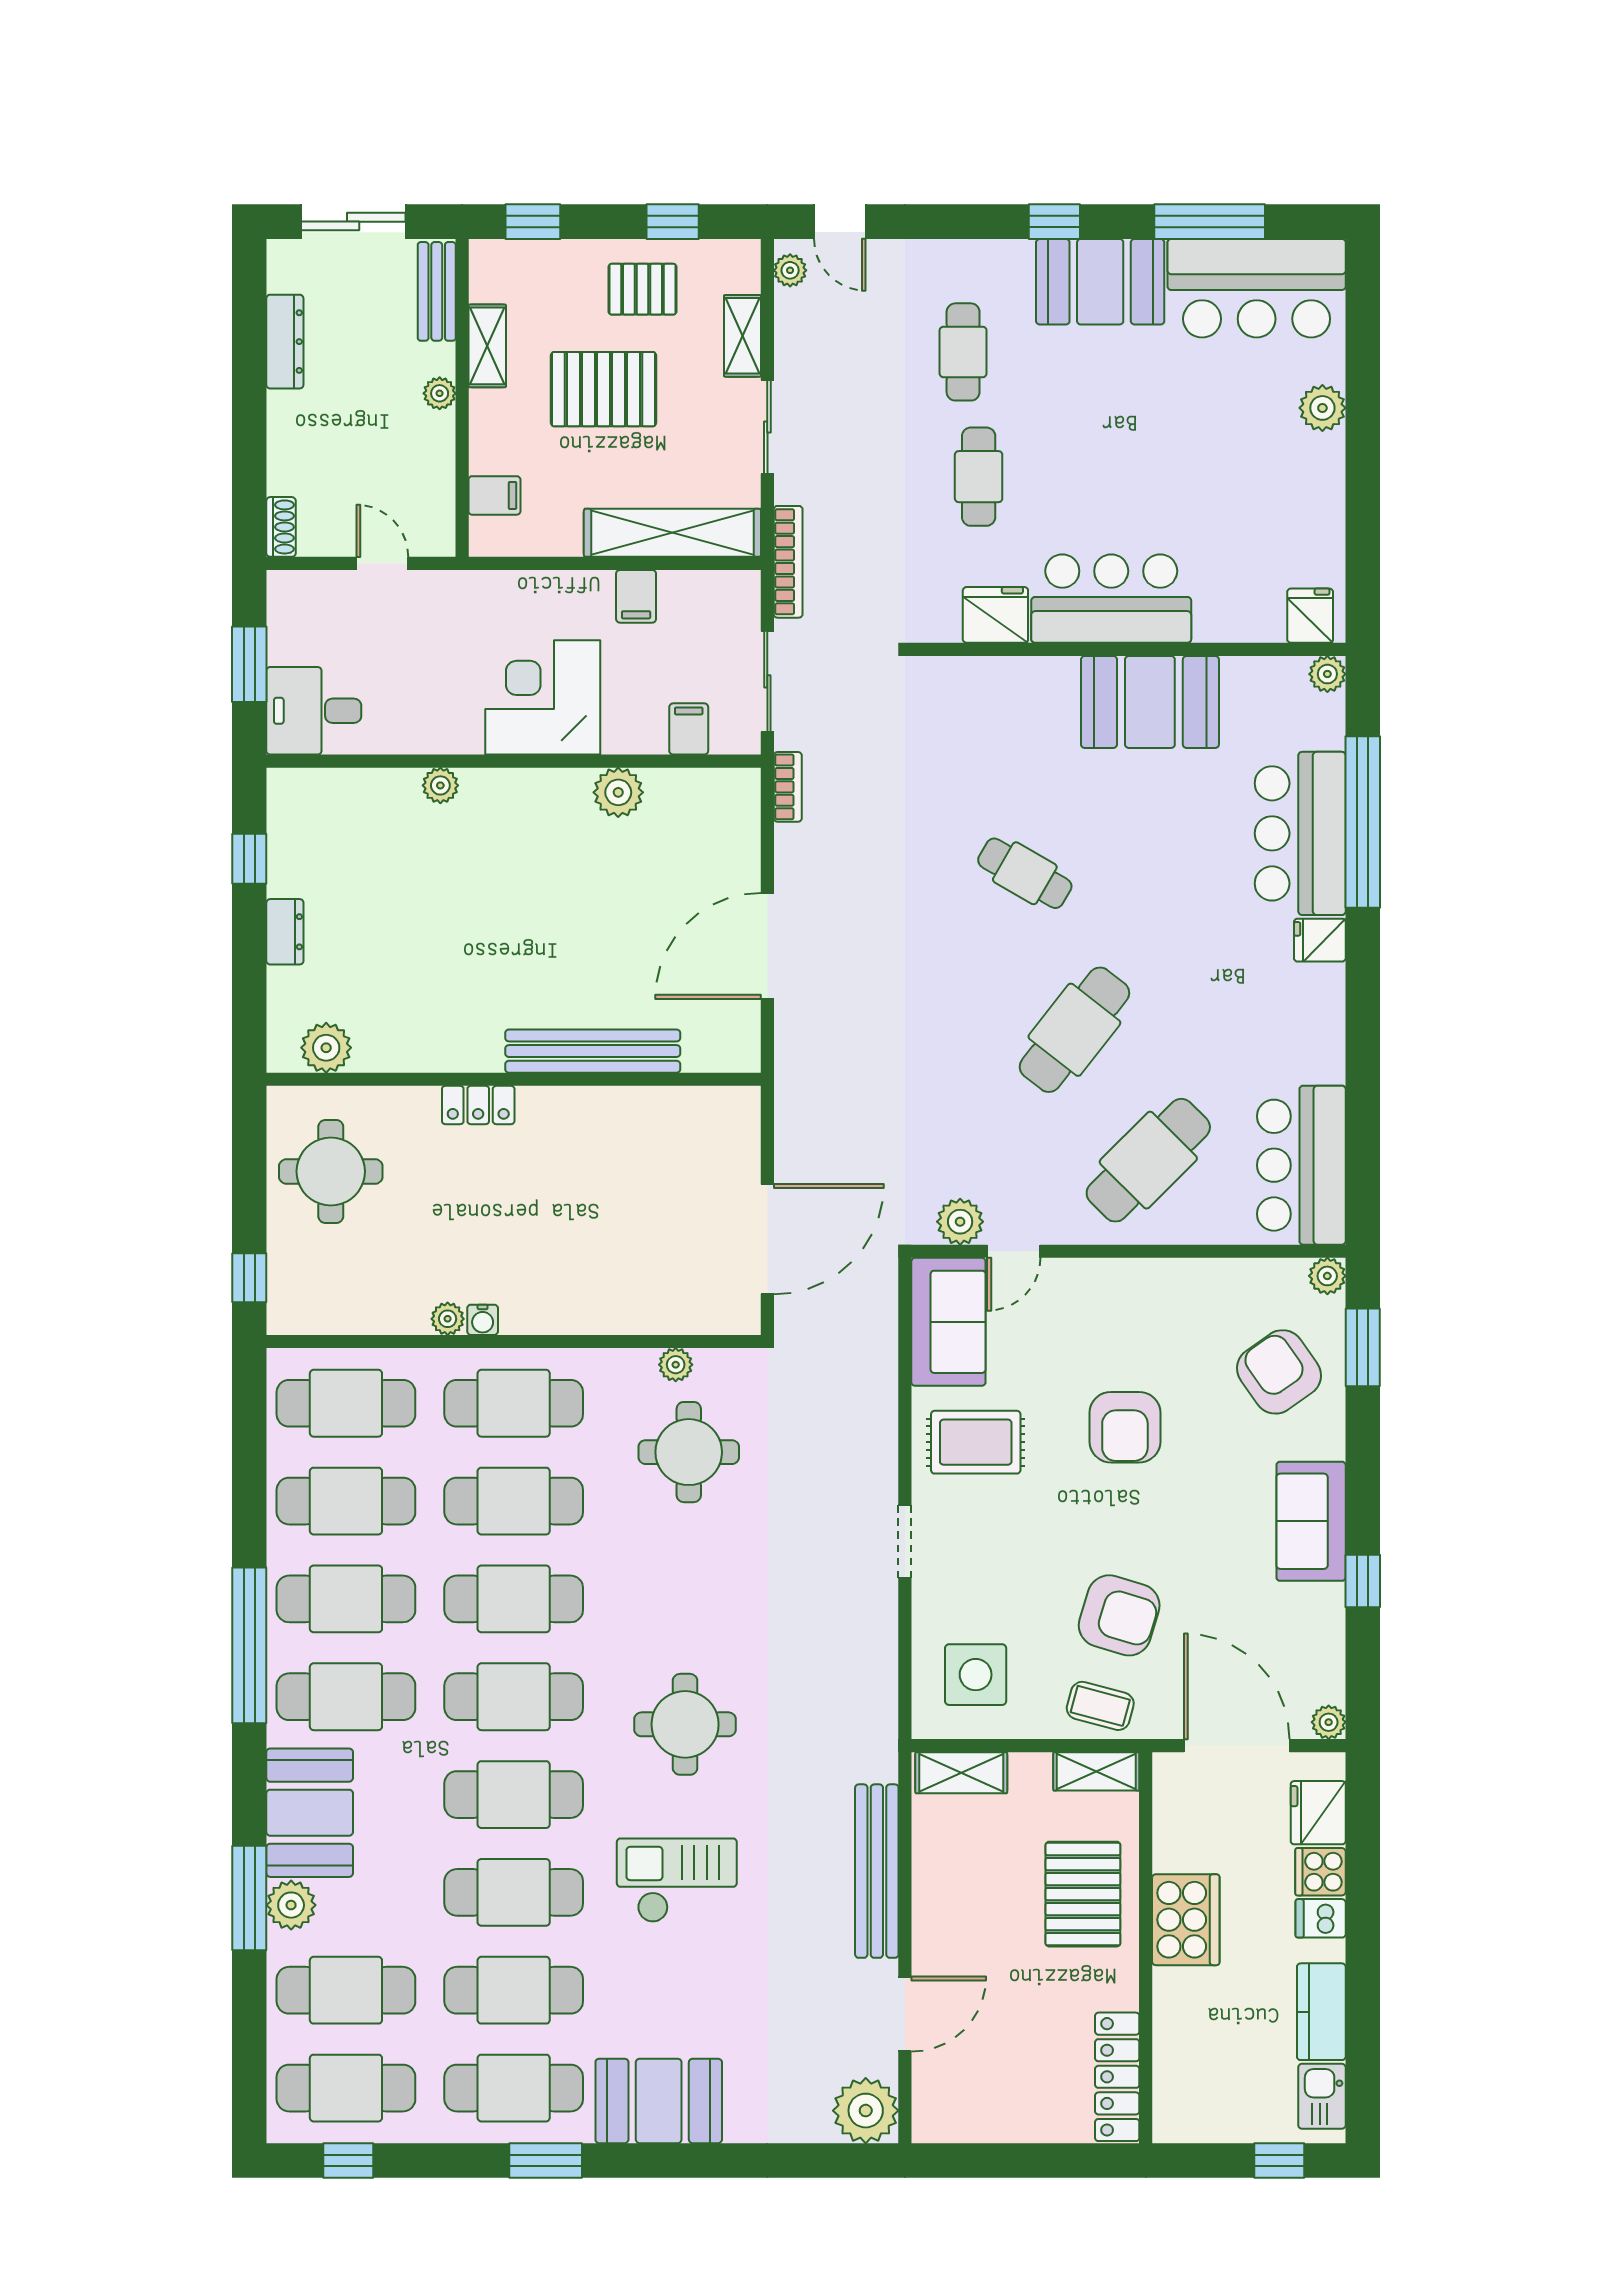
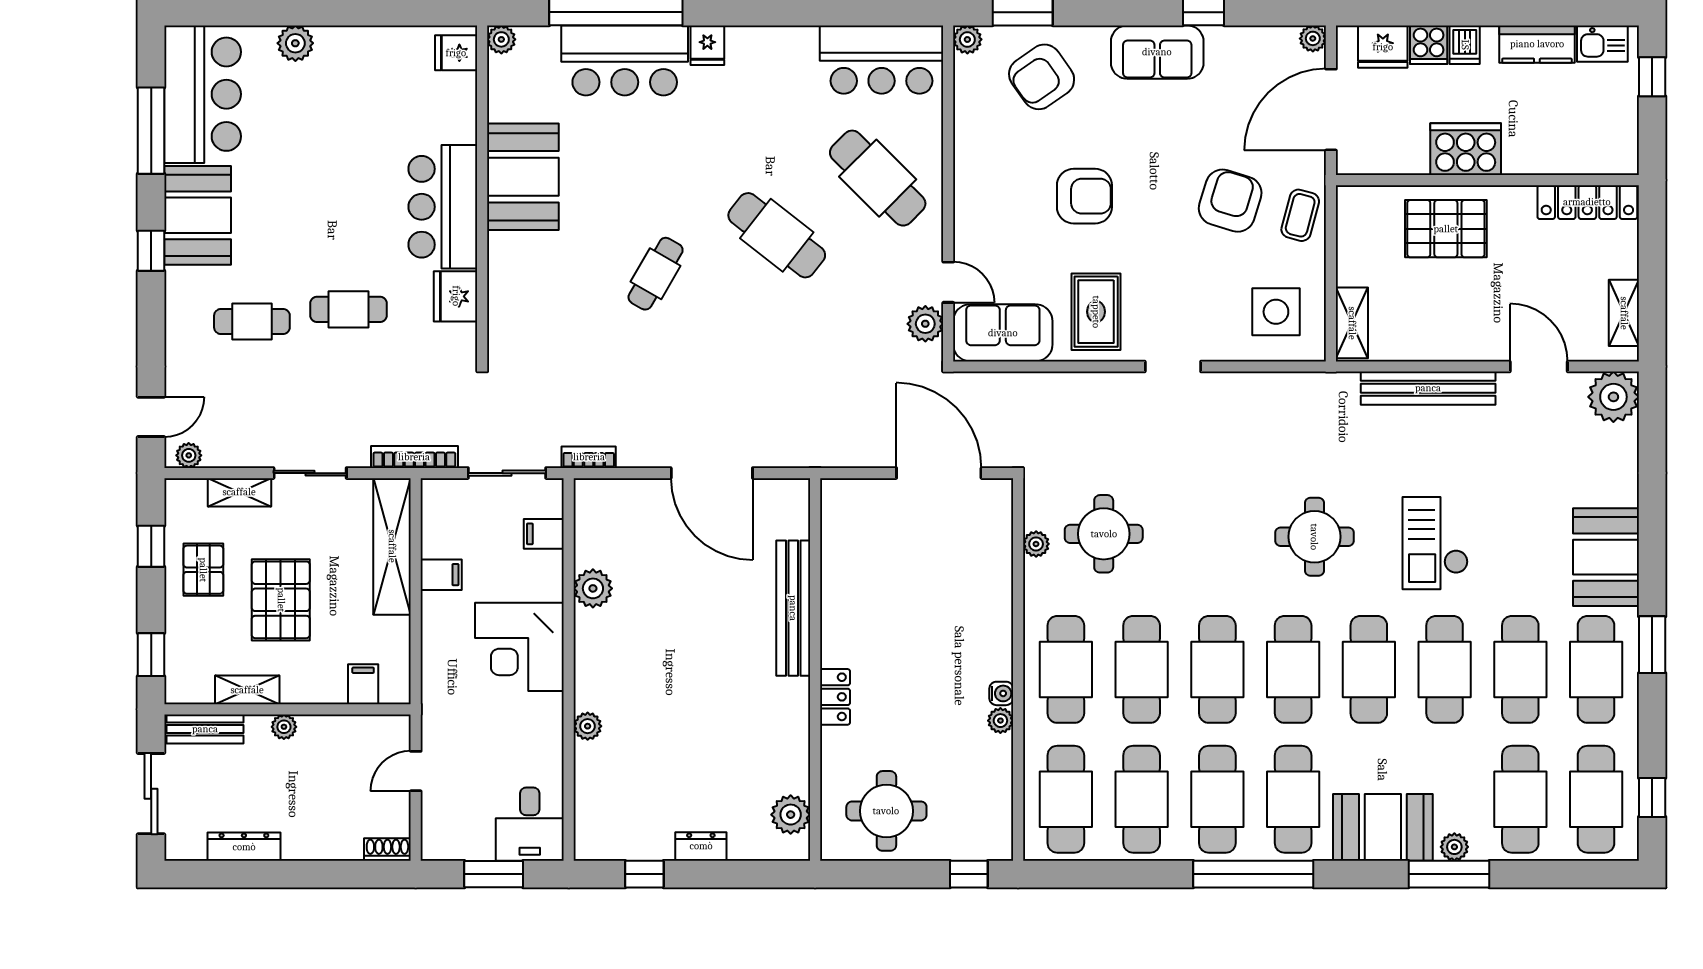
shelving: (1096, 1771) -> (1624, 313), moved
plant: (291, 1905) -> (1454, 847), width x0.73, depth x0.73

